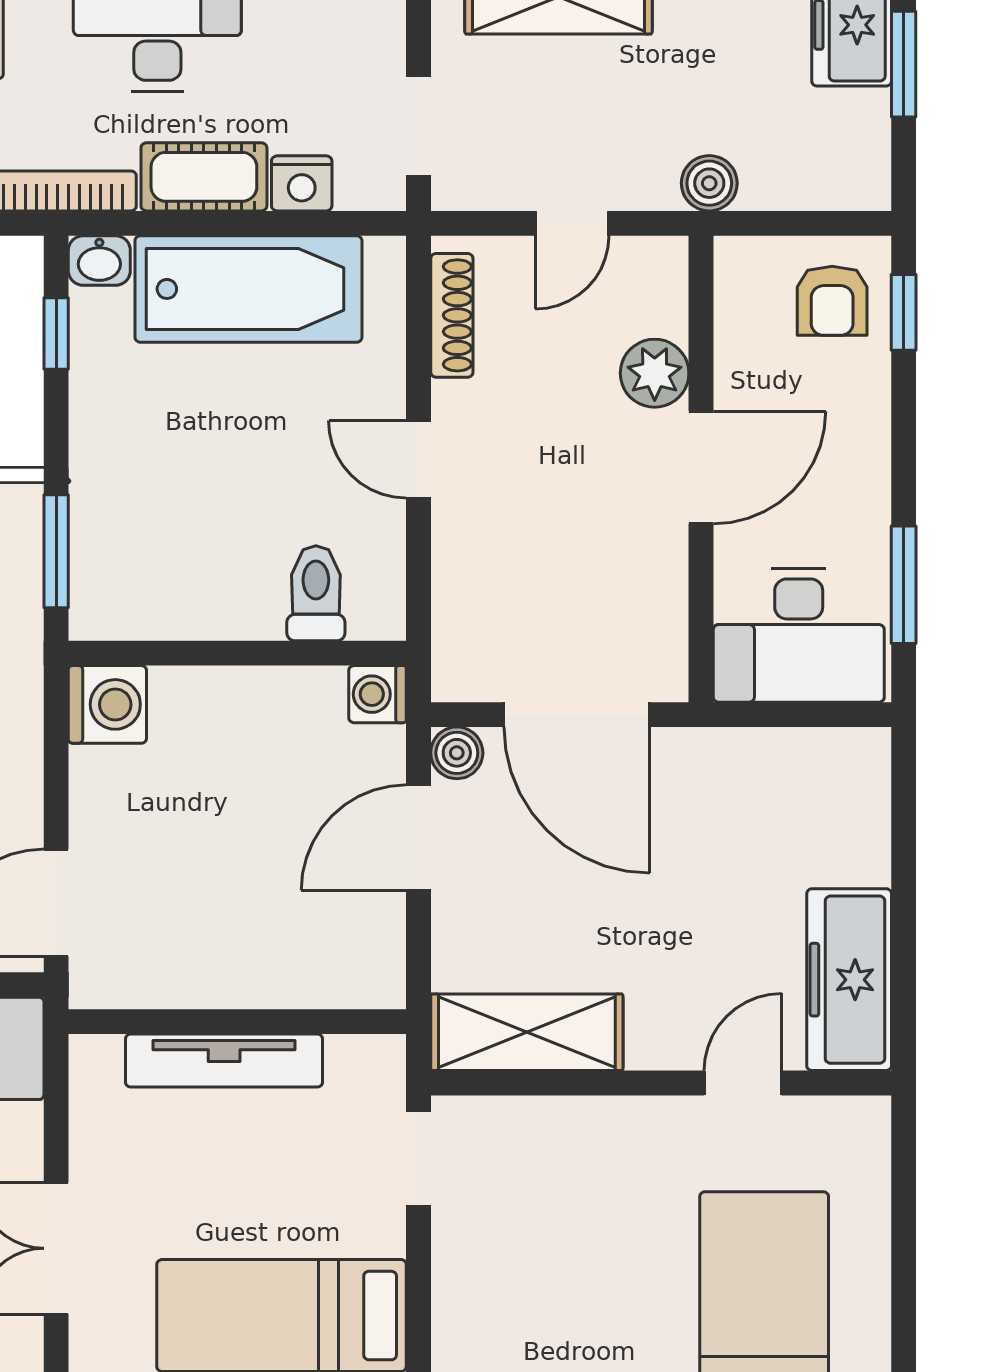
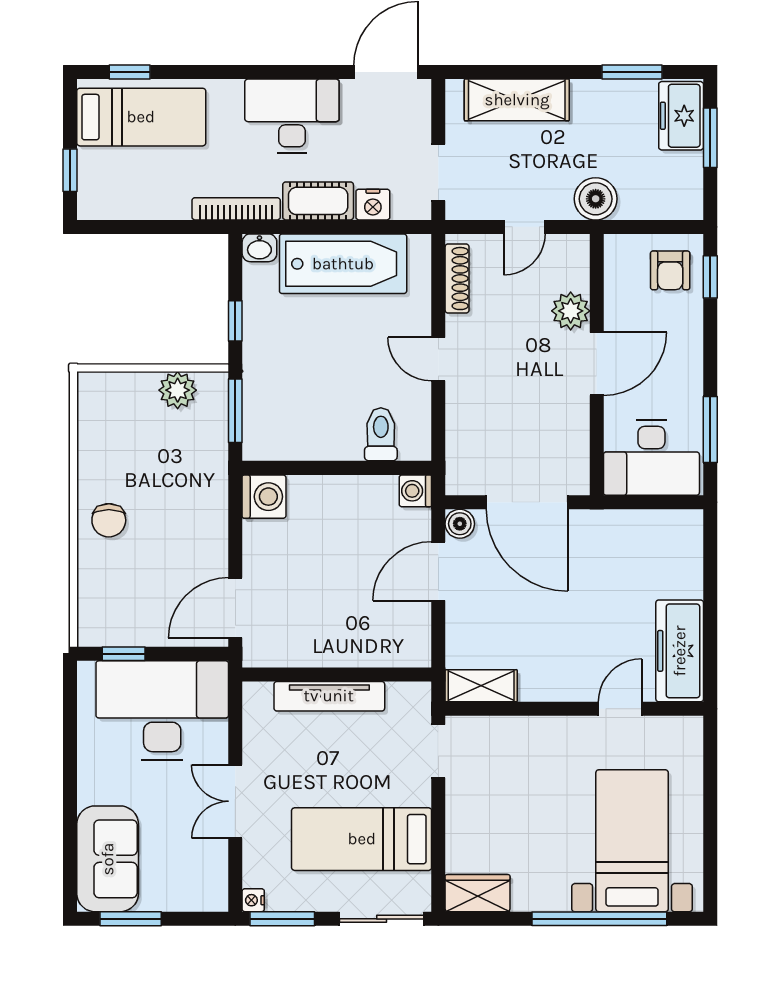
boiler: (709, 183) -> (596, 199), width x1.36, depth x1.36
window: (56, 333) -> (235, 321), moved
shelving: (527, 1032) -> (481, 686), width x0.67, depth x0.75

